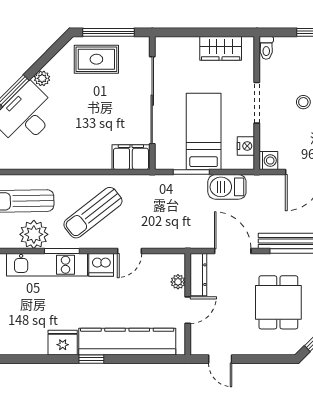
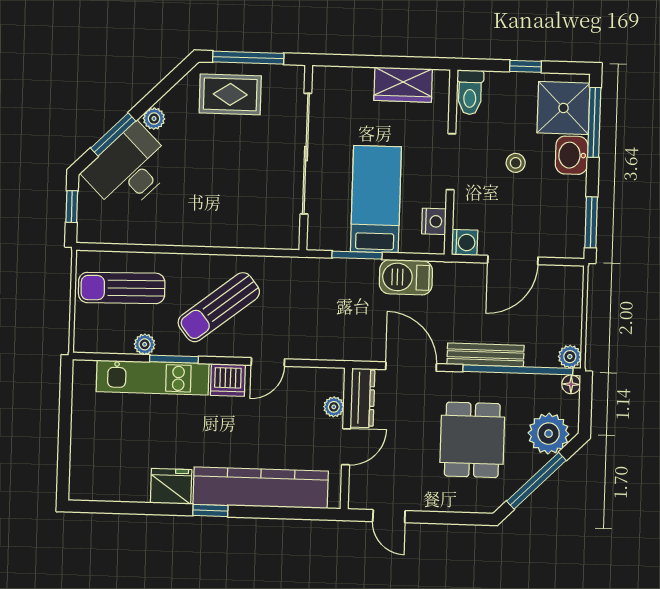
toilet: (266, 48) -> (470, 92), width x1.37, depth x1.39
filing cabinet: (131, 157) -> (274, 232), removed
plant: (34, 234) -> (145, 344), width x0.53, depth x0.53

